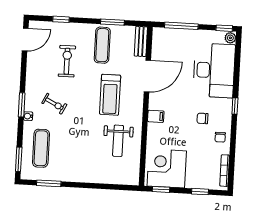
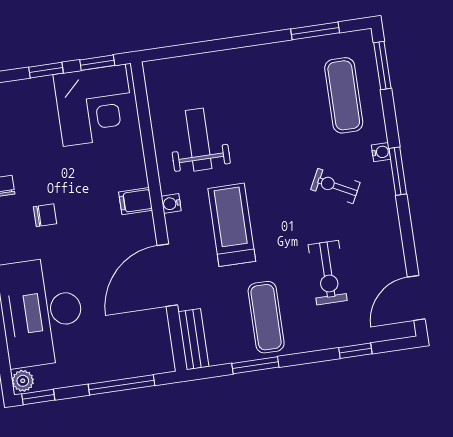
water cooler: (138, 112) -> (171, 204), added
window: (200, 192) -> (46, 70), moved

